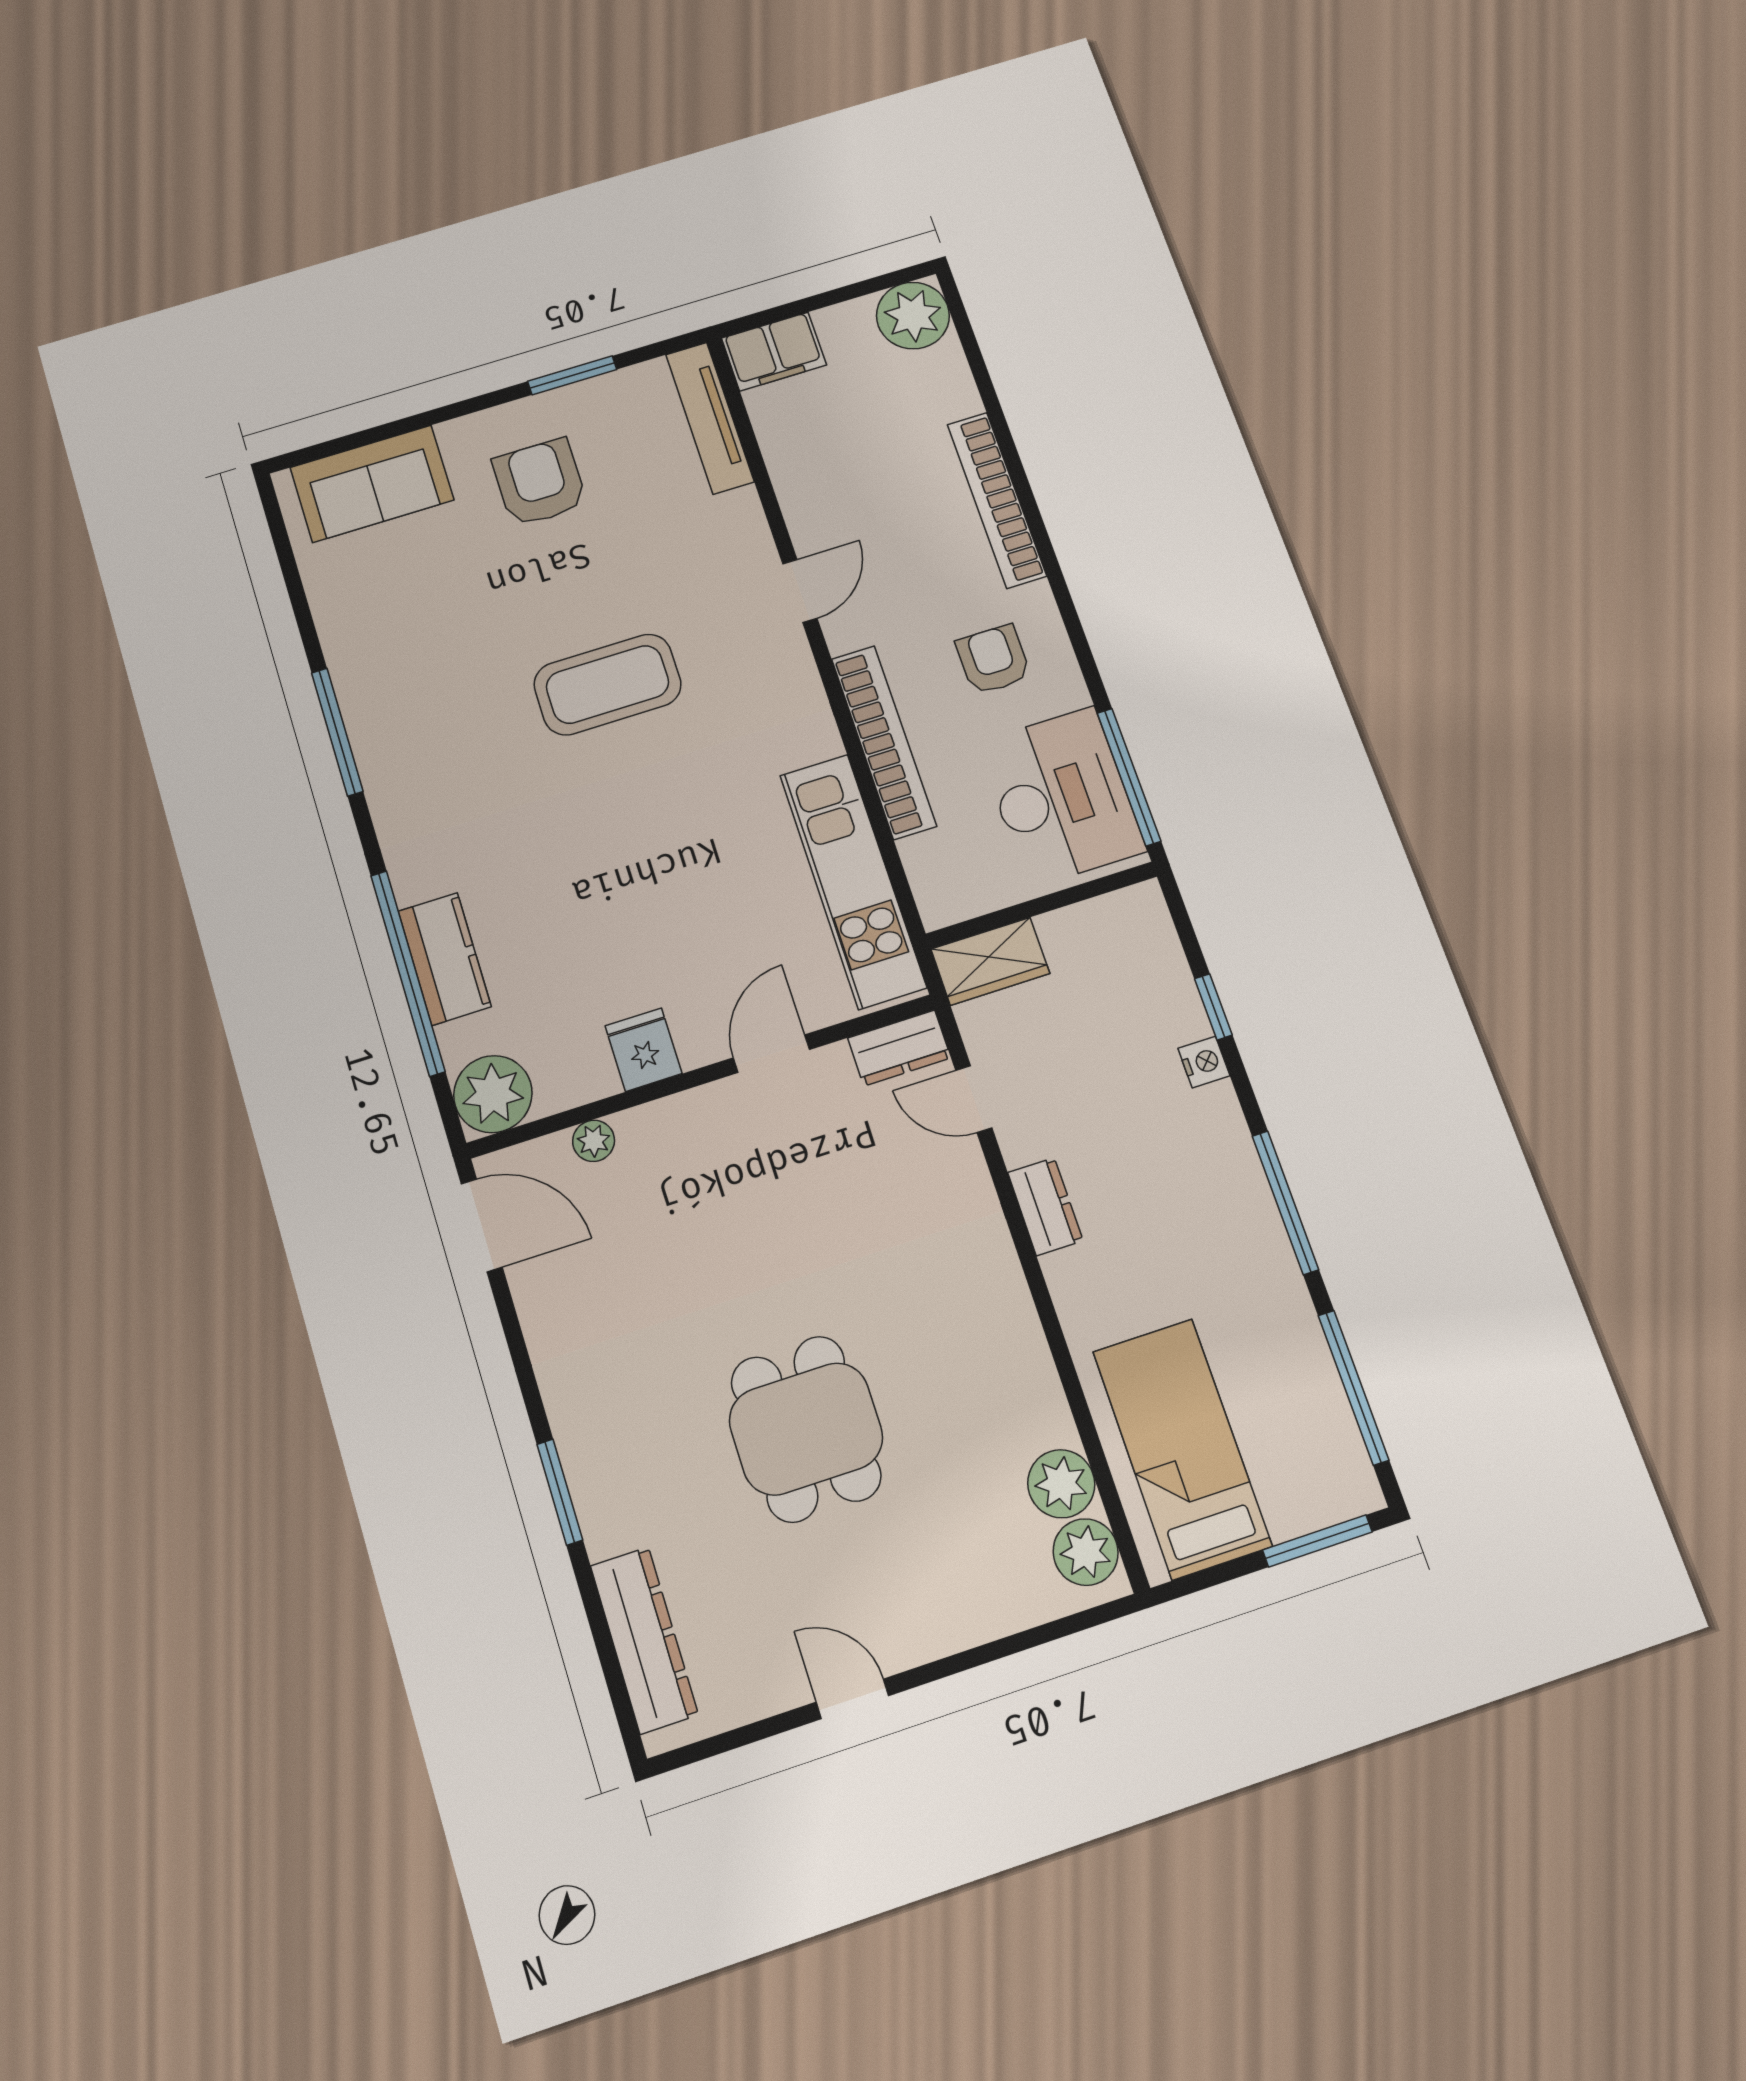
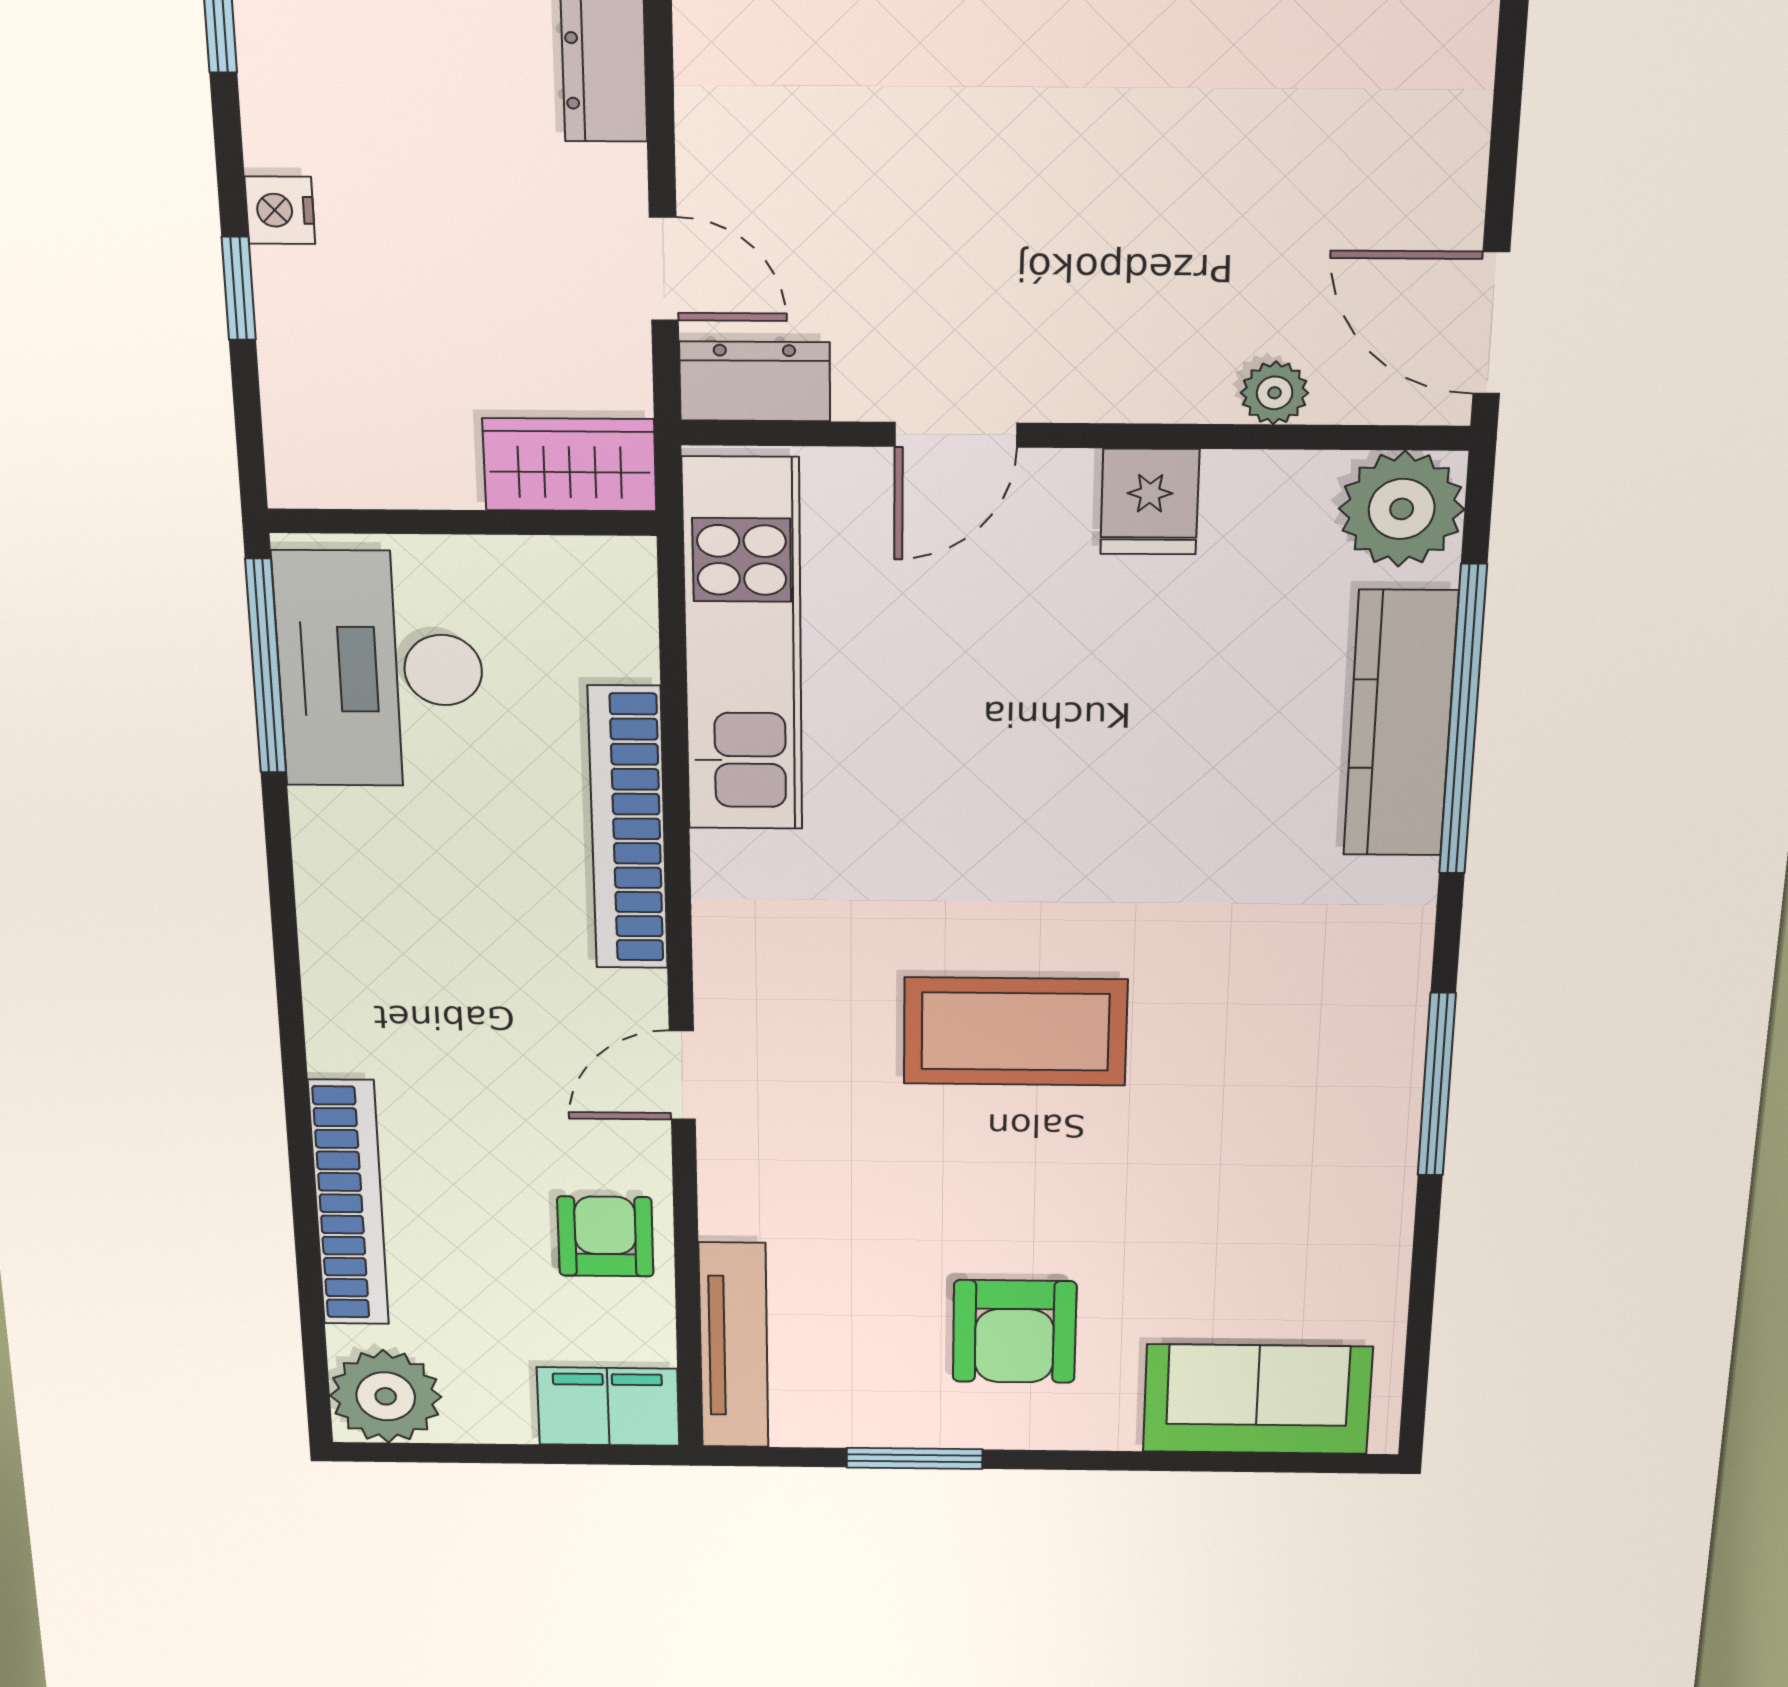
bookcase: (997, 500) -> (349, 1203), moved
armchair: (993, 659) -> (605, 1236), moved, turned 180
kitchen counter: (445, 959) -> (1400, 724), width x1.50

